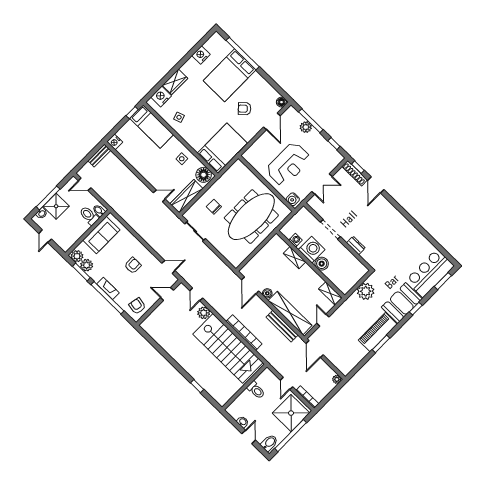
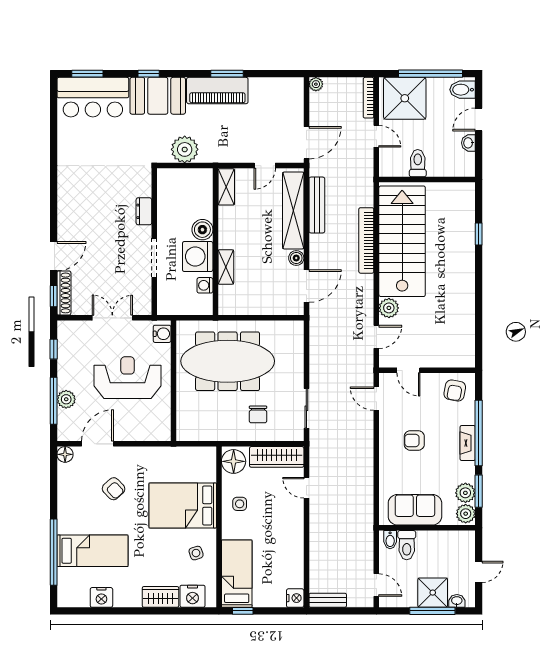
bed: (230, 75) -> (92, 551), width x0.67
bed: (222, 148) -> (183, 505), moved
door: (286, 383) -> (376, 136), hinge flipped

